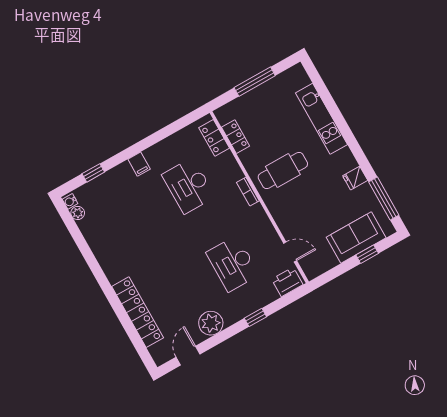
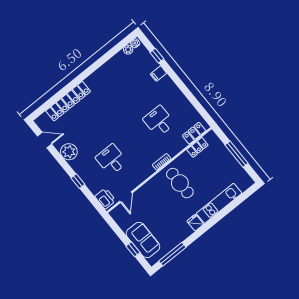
filing cabinet: (139, 164) -> (158, 74), moved
fridge: (355, 178) -> (195, 223), moved
desk: (189, 186) -> (159, 121), width x0.73
desk: (233, 264) -> (111, 160), width x0.73

